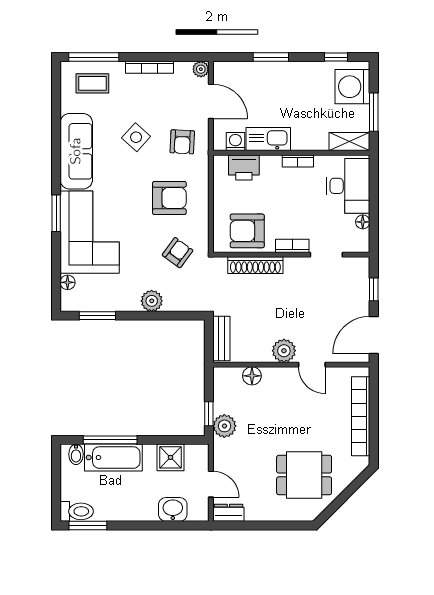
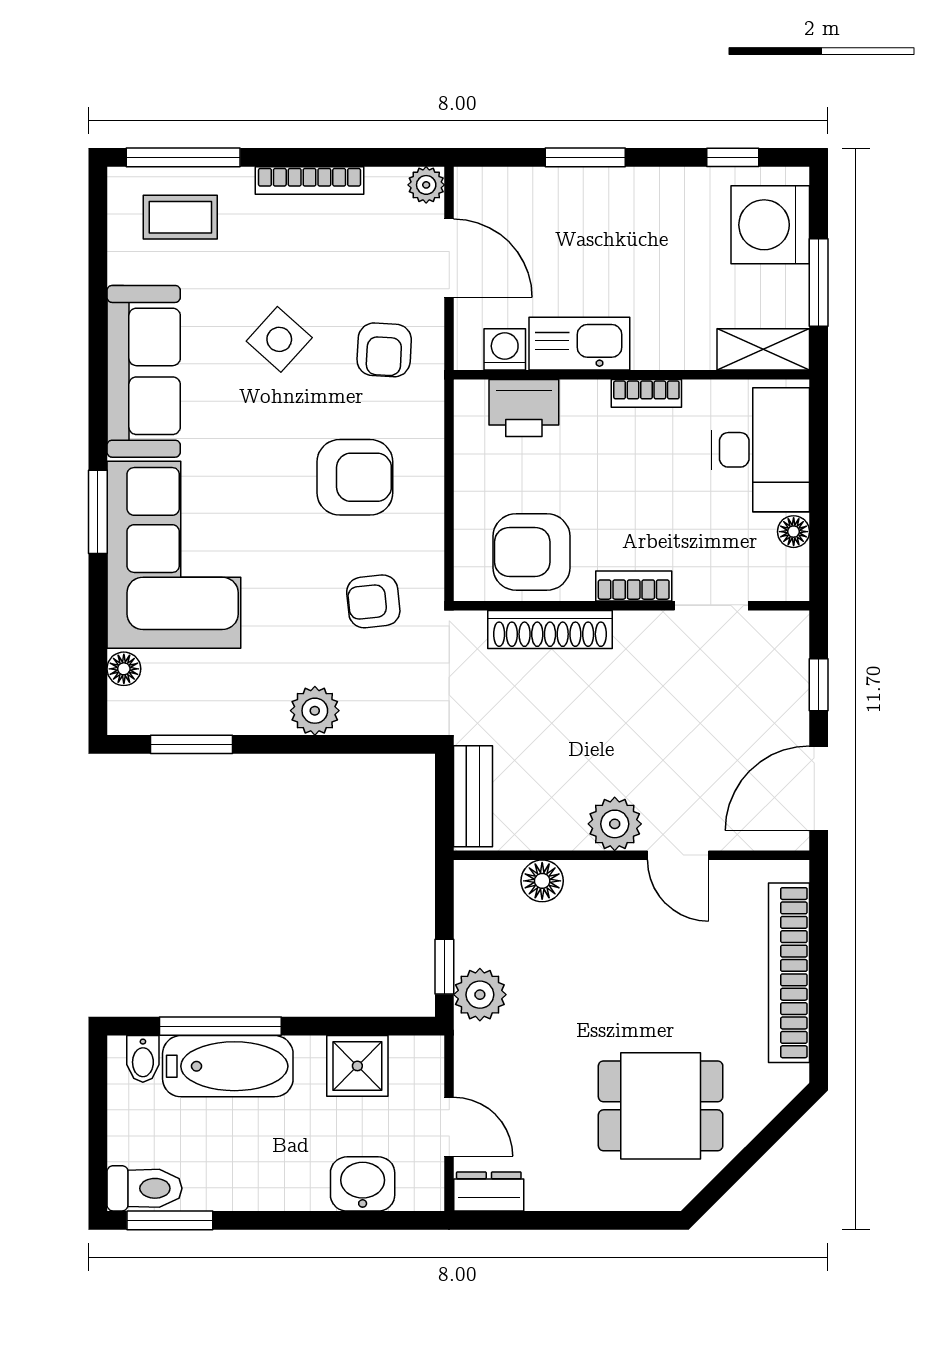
armchair: (178, 253) -> (373, 601), turned -132

